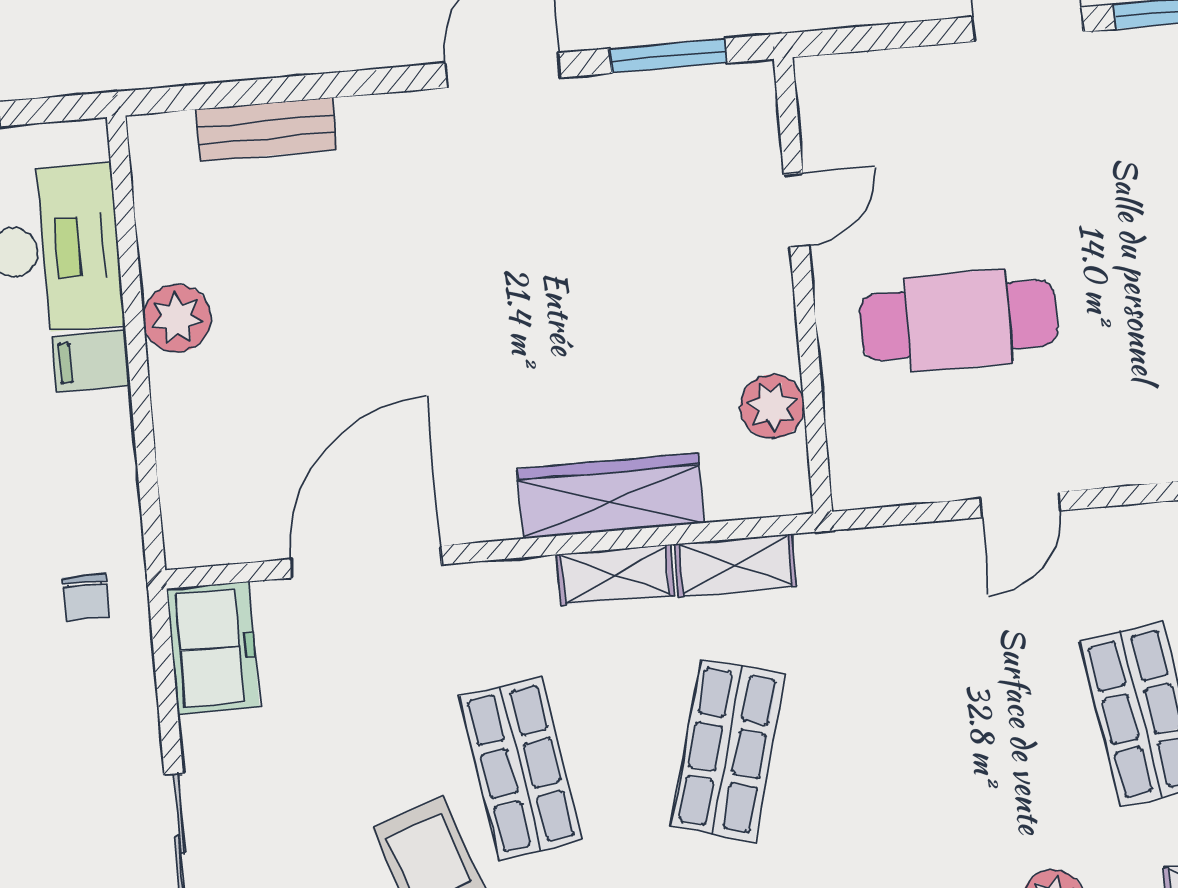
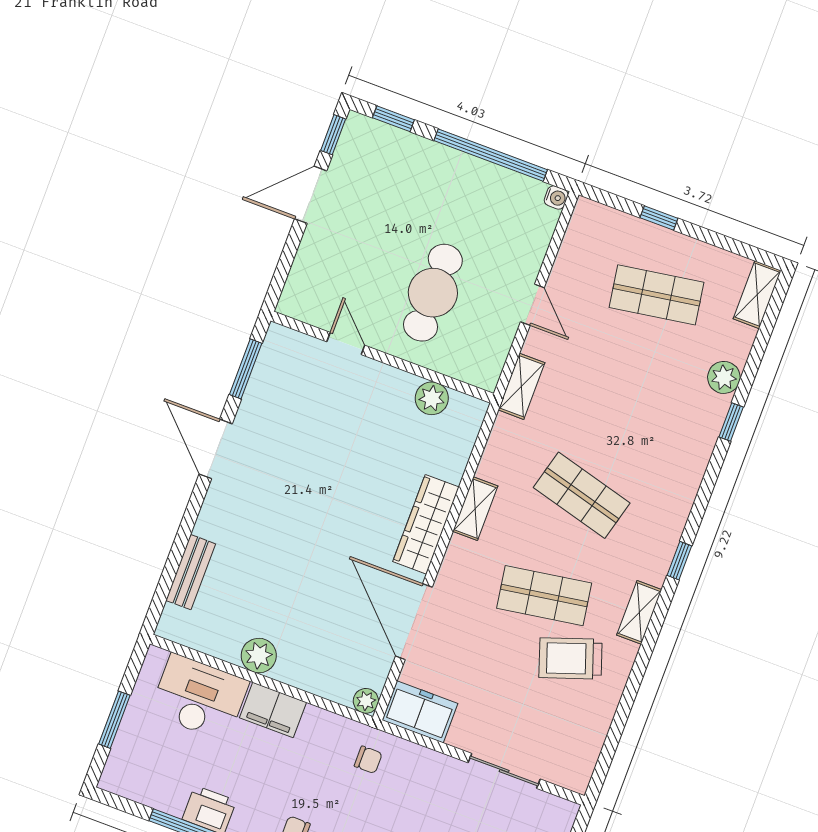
filing cabinet: (91, 361) -> (273, 710), width x2.00
wardrobe: (610, 496) -> (426, 524), moved
plant: (187, 544) -> (366, 701), added
shelving: (735, 565) -> (521, 386), moved

